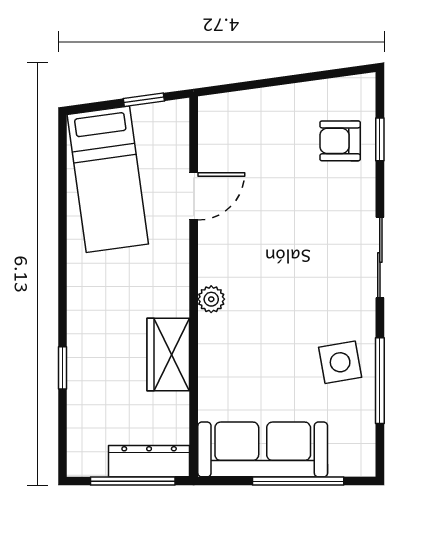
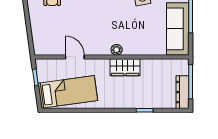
wardrobe: (168, 354) -> (125, 67), moved
dresser: (149, 461) -> (182, 92), moved

